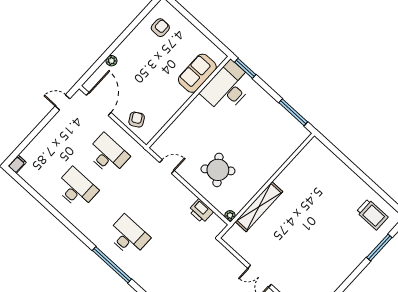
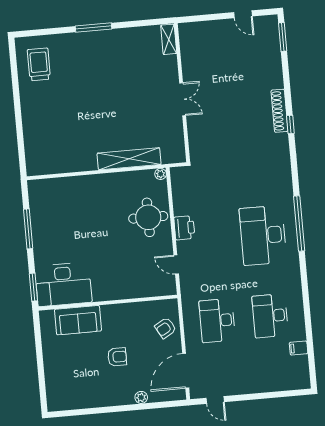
armchair: (160, 28) -> (117, 357), moved, turned 180
window: (293, 112) -> (28, 229), moved
filing cabinet: (17, 164) -> (299, 348), moved
round table: (218, 170) -> (148, 217), moved, turned 38
printer: (201, 211) -> (184, 228), moved
desk: (128, 236) -> (263, 235), width x1.36, depth x1.30
window: (379, 248) -> (94, 28), moved

